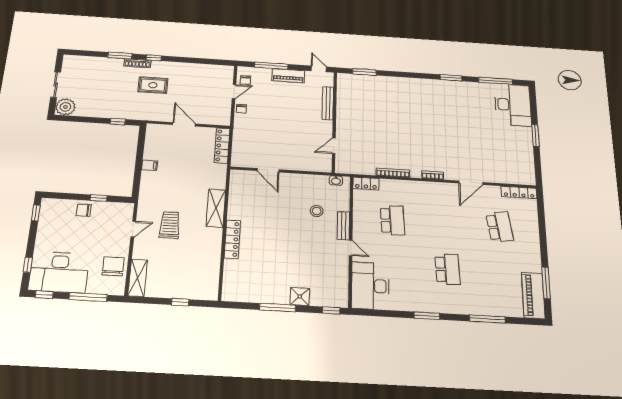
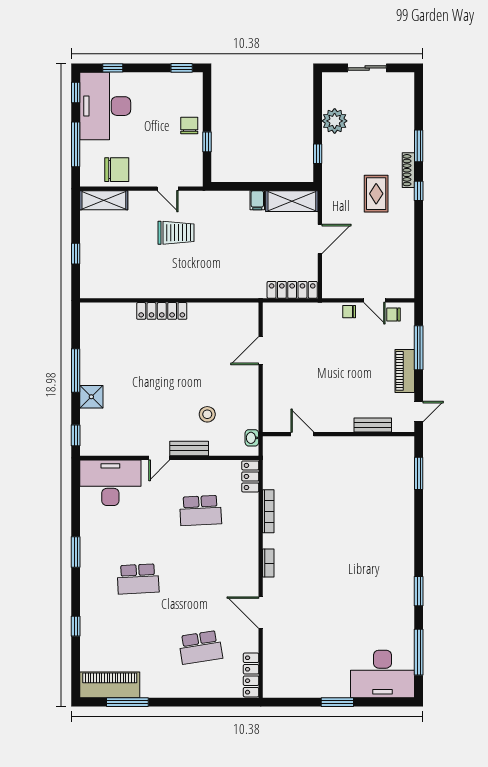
bench: (328, 103) -> (373, 425), width x0.73
plant: (65, 107) -> (335, 121), moved
shelving: (216, 208) -> (292, 201), moved
window: (487, 319) -> (76, 626), width x0.46

